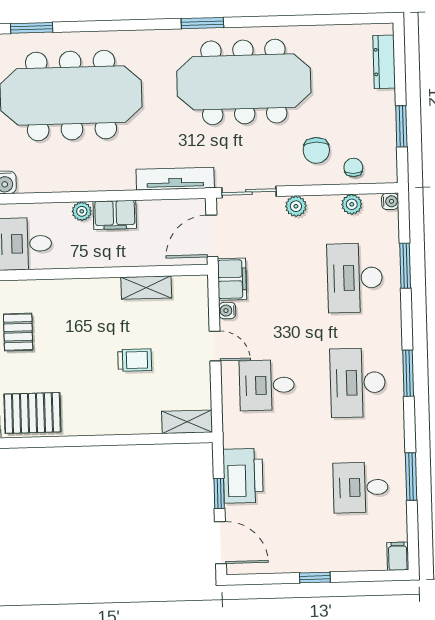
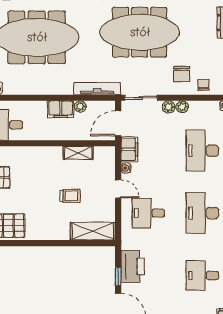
plant: (352, 204) -> (182, 107), moved
plant: (82, 211) -> (80, 106), moved
shelving: (187, 422) -> (93, 231), width x1.50, depth x1.33

